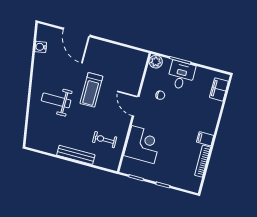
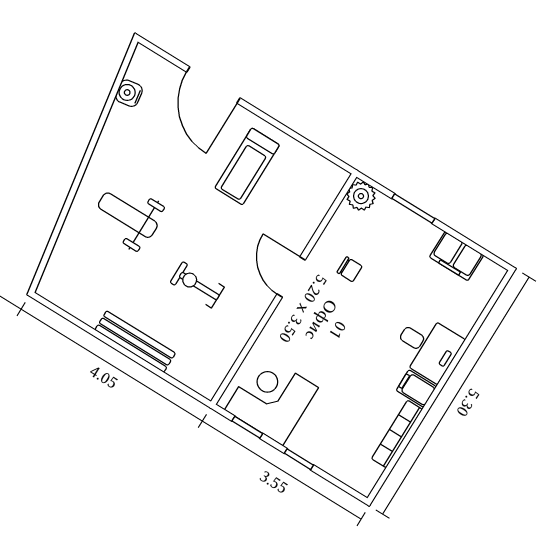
desk: (181, 75) -> (427, 347), moved, turned 90
filing cabinet: (219, 89) -> (456, 256), moved, turned -90
treadmill: (91, 90) -> (247, 166), moved
exercise bike: (105, 140) -> (197, 285), moved
corner desk: (143, 145) -> (271, 399), moved, turned -90

